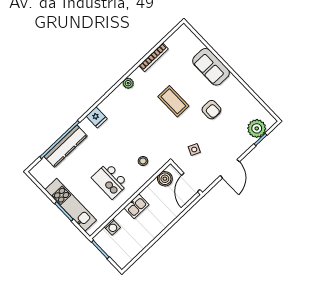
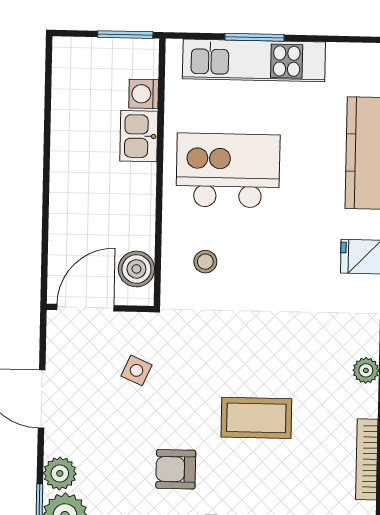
plant: (246, 142) -> (60, 473), added
kitchen island: (110, 181) -> (228, 170), width x1.37, depth x1.28
door: (191, 182) -> (85, 308), hinge flipped
kitchen sink: (136, 206) -> (139, 136), moved

